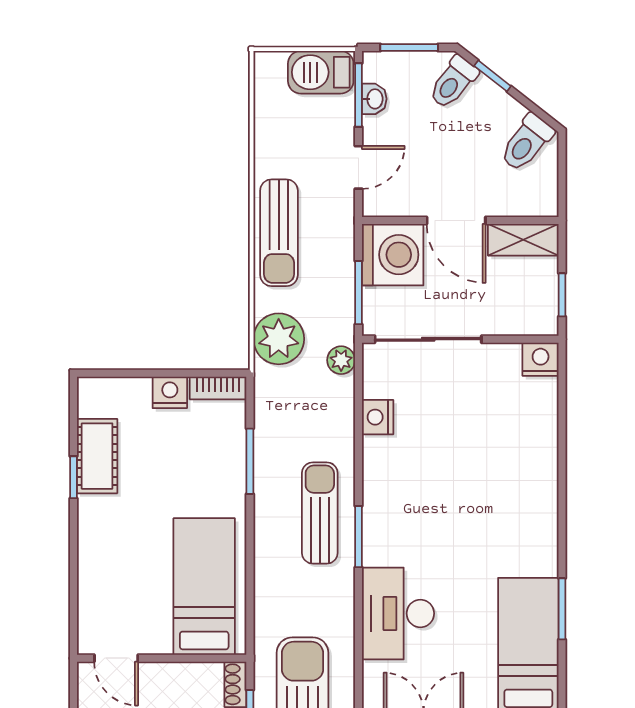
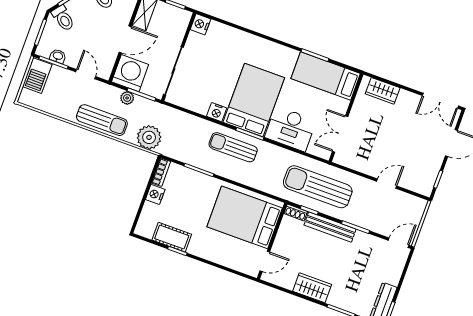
plant: (341, 360) -> (127, 98), moved
nightstand: (378, 417) -> (217, 112), moved
bed: (429, 520) -> (254, 100), added
bed: (204, 586) -> (245, 217), width x1.50

